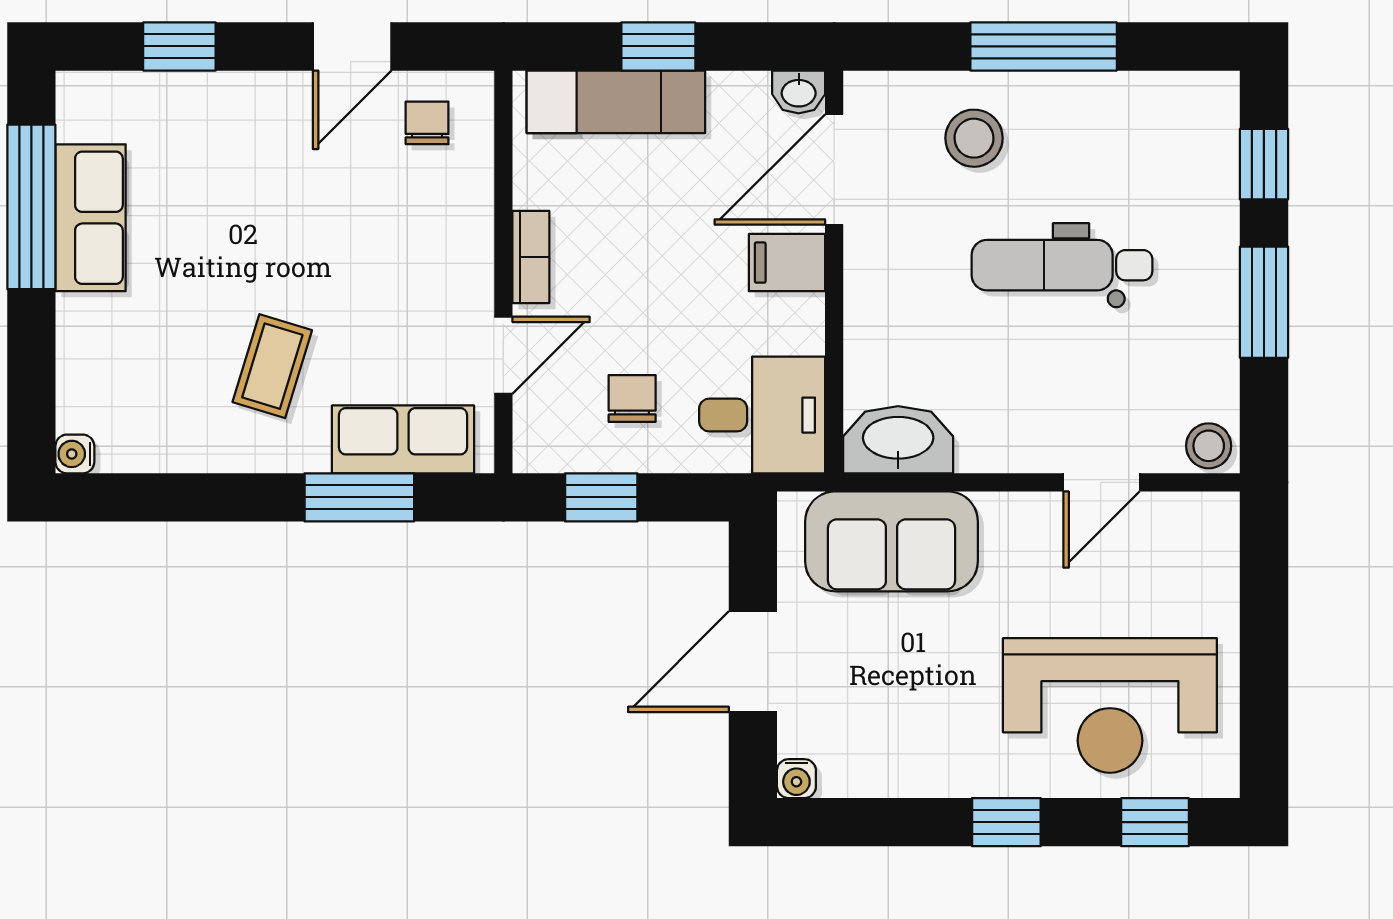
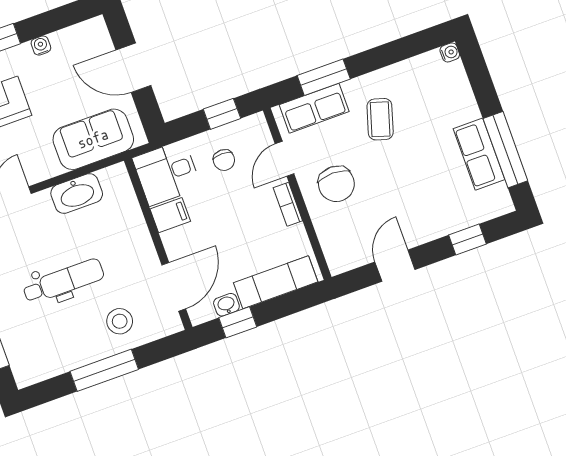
window: (658, 46) -> (238, 322), moved
washbasin: (799, 92) -> (226, 305), moved
chair: (427, 123) -> (336, 184), moved, width x1.87, depth x1.87
filing cabinet: (787, 263) -> (170, 215), moved
washbasin: (898, 440) -> (77, 194), moved
door: (753, 662) -> (133, 68), swing flipped
water cooler: (796, 779) -> (41, 46), moved

